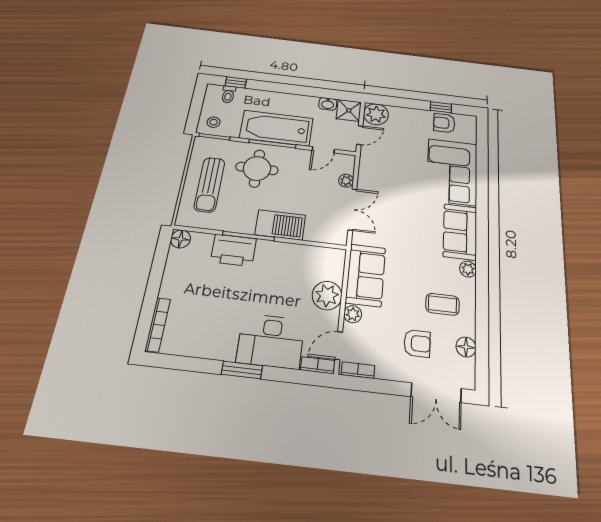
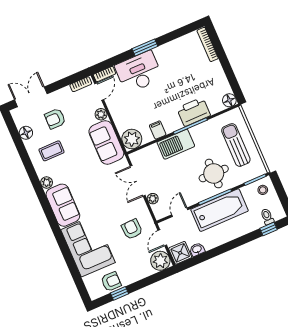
armchair: (390, 162) -> (132, 229), added
filing cabinet: (292, 254) -> (158, 130), added
plant: (327, 296) -> (132, 139), moved

